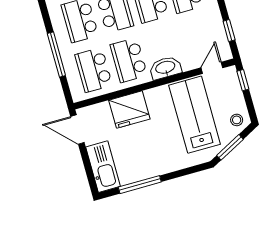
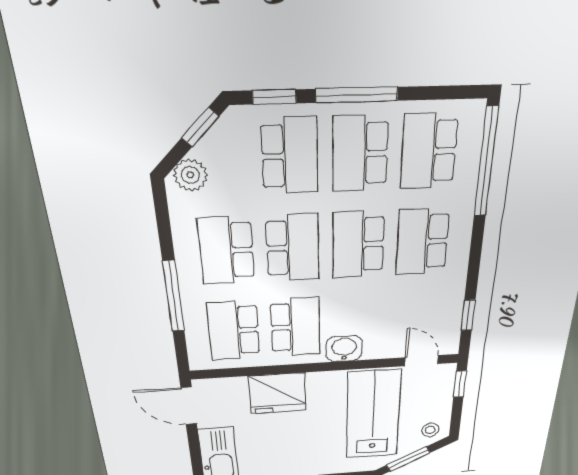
school desk: (129, 60) -> (296, 327), turned 180
washbasin: (165, 68) -> (344, 349), width x0.72
door: (212, 68) -> (421, 361), hinge flipped

